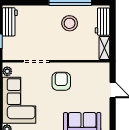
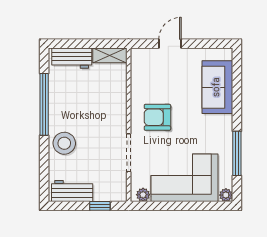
stool: (70, 23) -> (64, 143), moved

